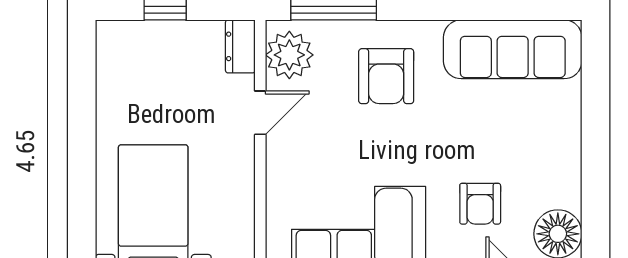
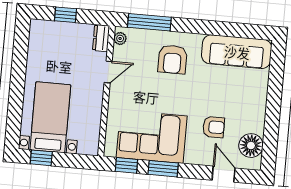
plant: (289, 55) -> (120, 38), width x0.53, depth x0.53
armchair: (480, 204) -> (214, 127), turned -90

